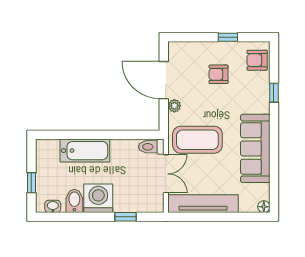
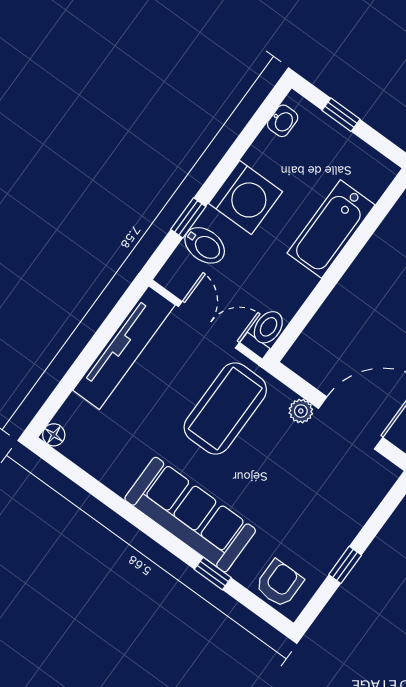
armchair: (218, 74) -> (300, 511), removed
sofa: (255, 148) -> (190, 515), moved
double door: (166, 174) -> (209, 325), swing flipped
bidet: (74, 201) -> (205, 245), moved

